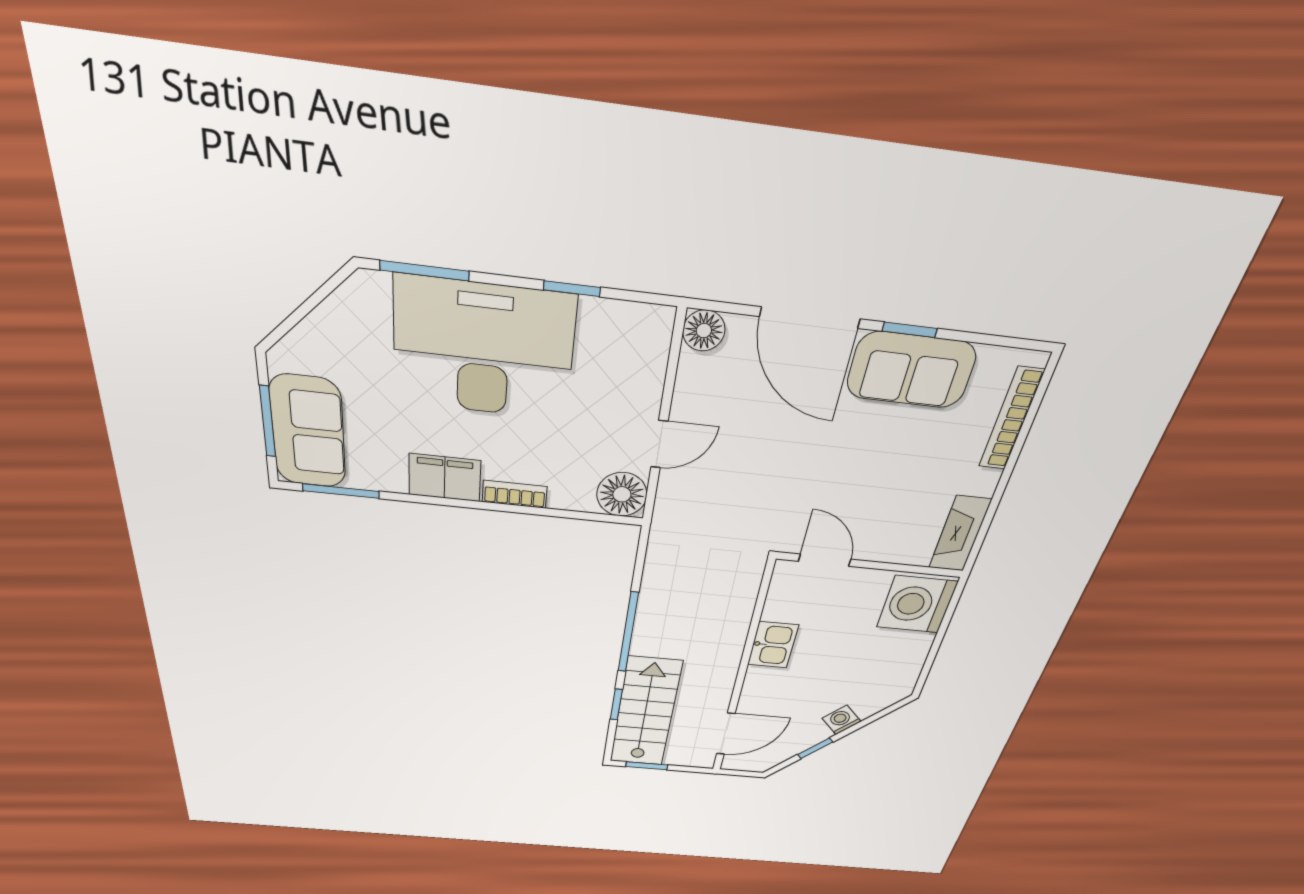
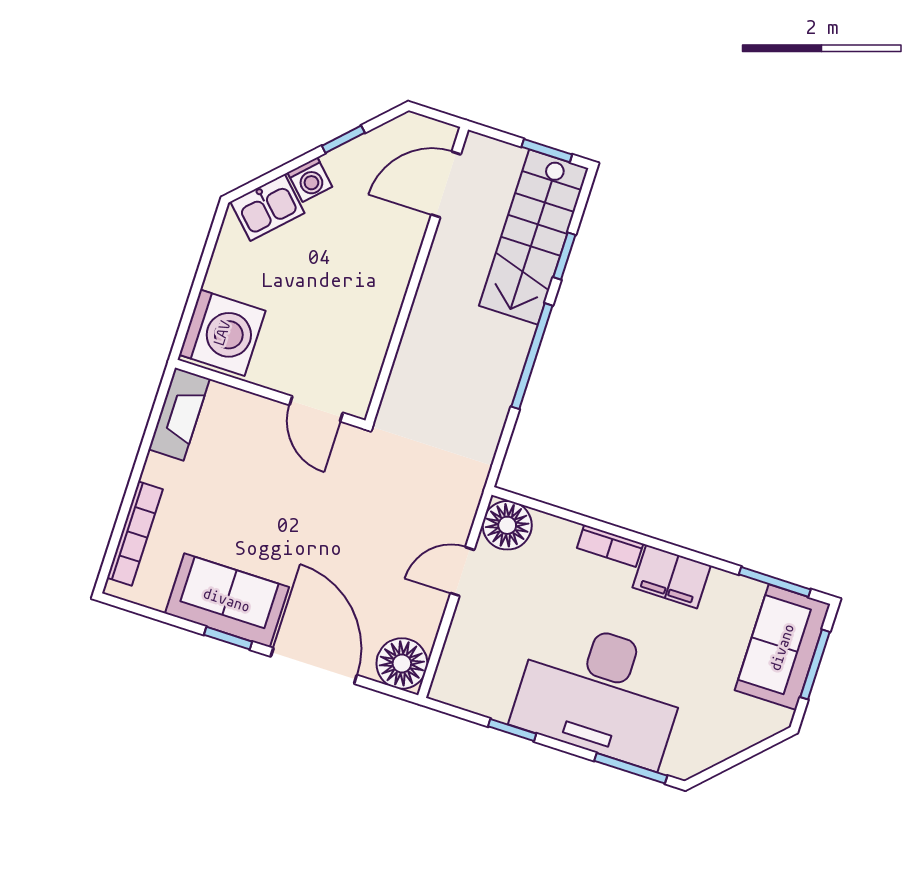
floor lamp: (704, 331) -> (402, 663), width x1.38, depth x1.38
kitchen sink: (773, 645) -> (267, 207), moved, turned -135

